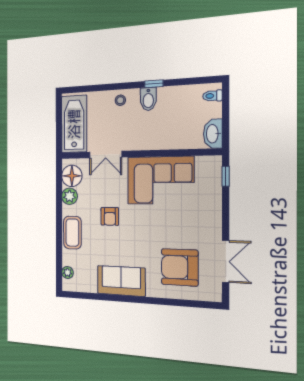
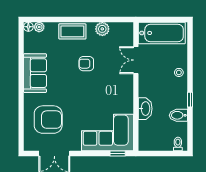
bidet: (148, 99) -> (178, 115), moved
washbasin: (213, 134) -> (145, 109), moved, turned 90
floor lamp: (72, 176) -> (28, 27), moved, width x0.53, depth x0.53
corner sofa: (160, 180) -> (107, 133), moved, turned 90
armchair: (180, 267) -> (48, 120), turned 90

